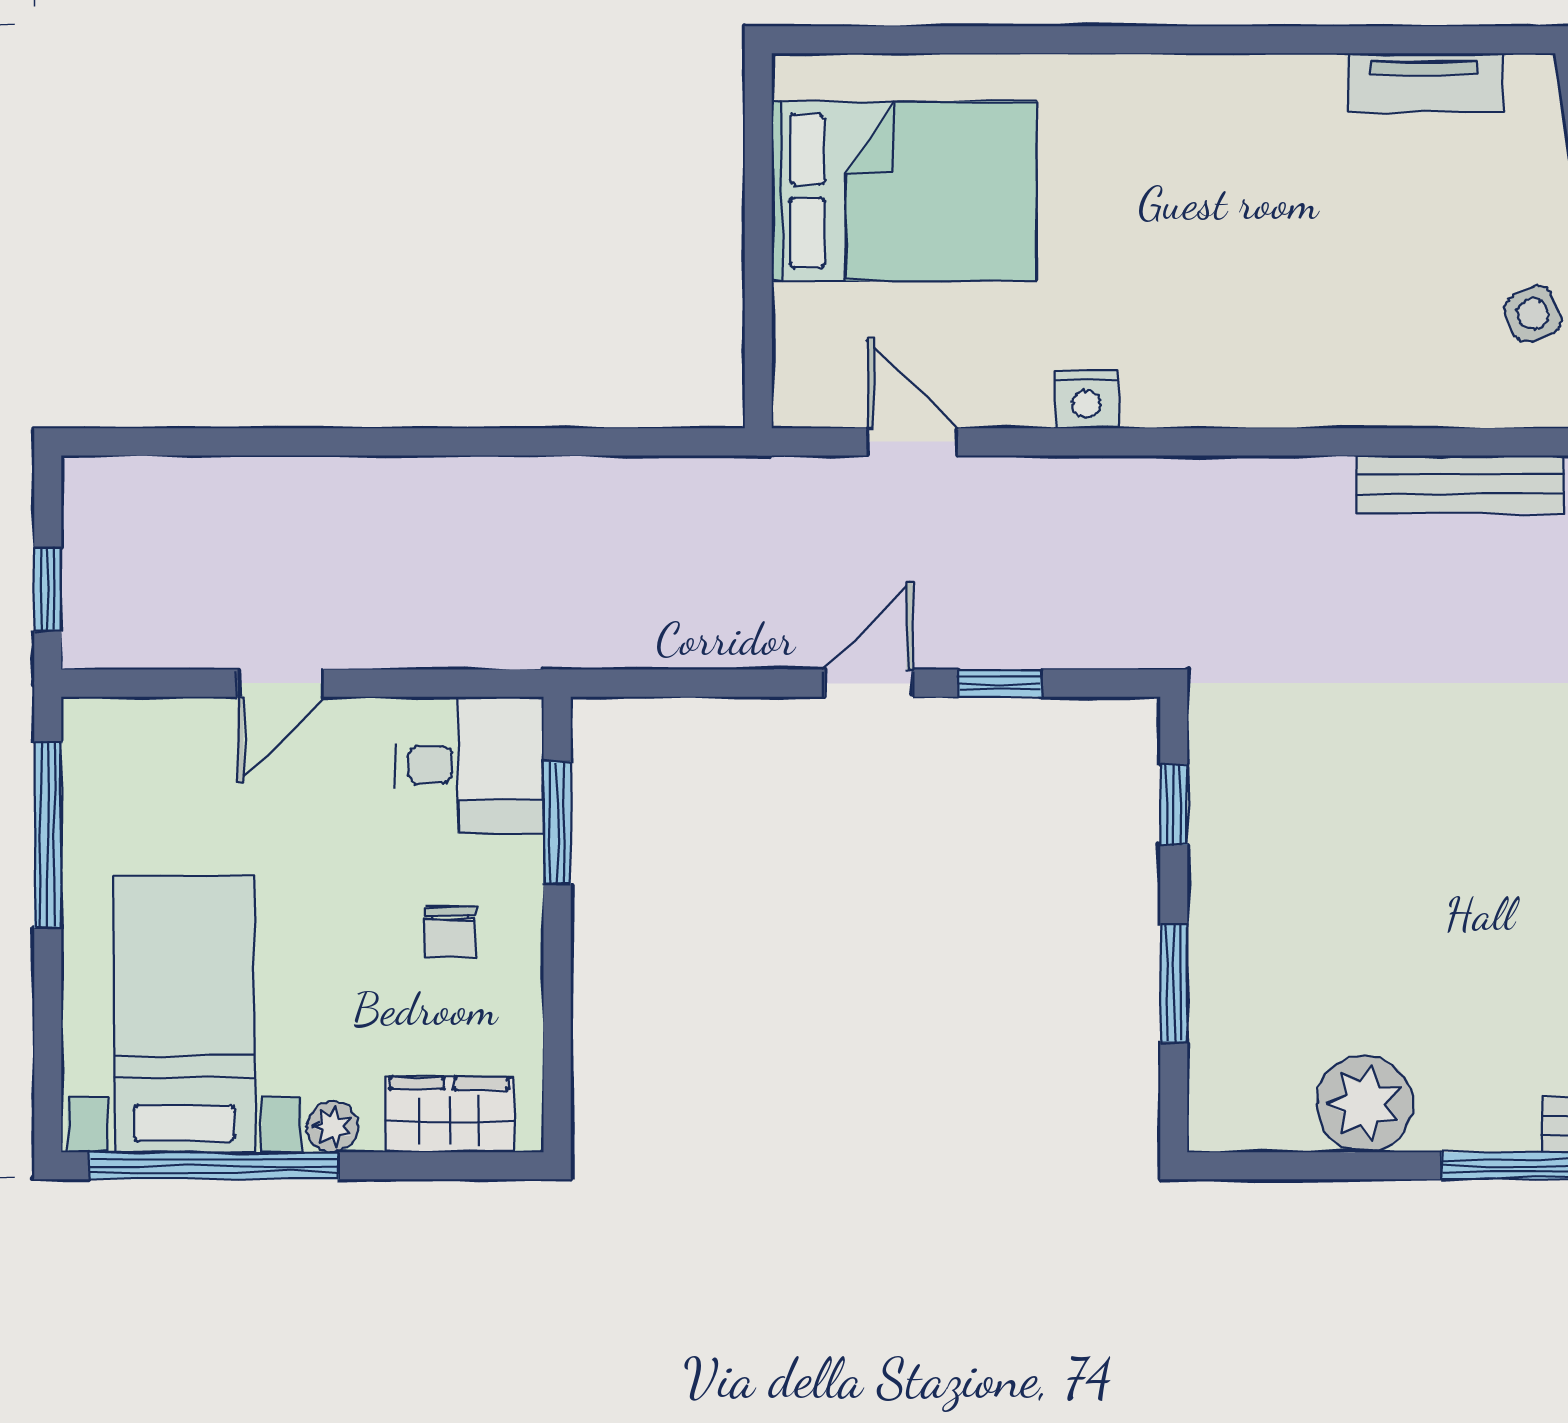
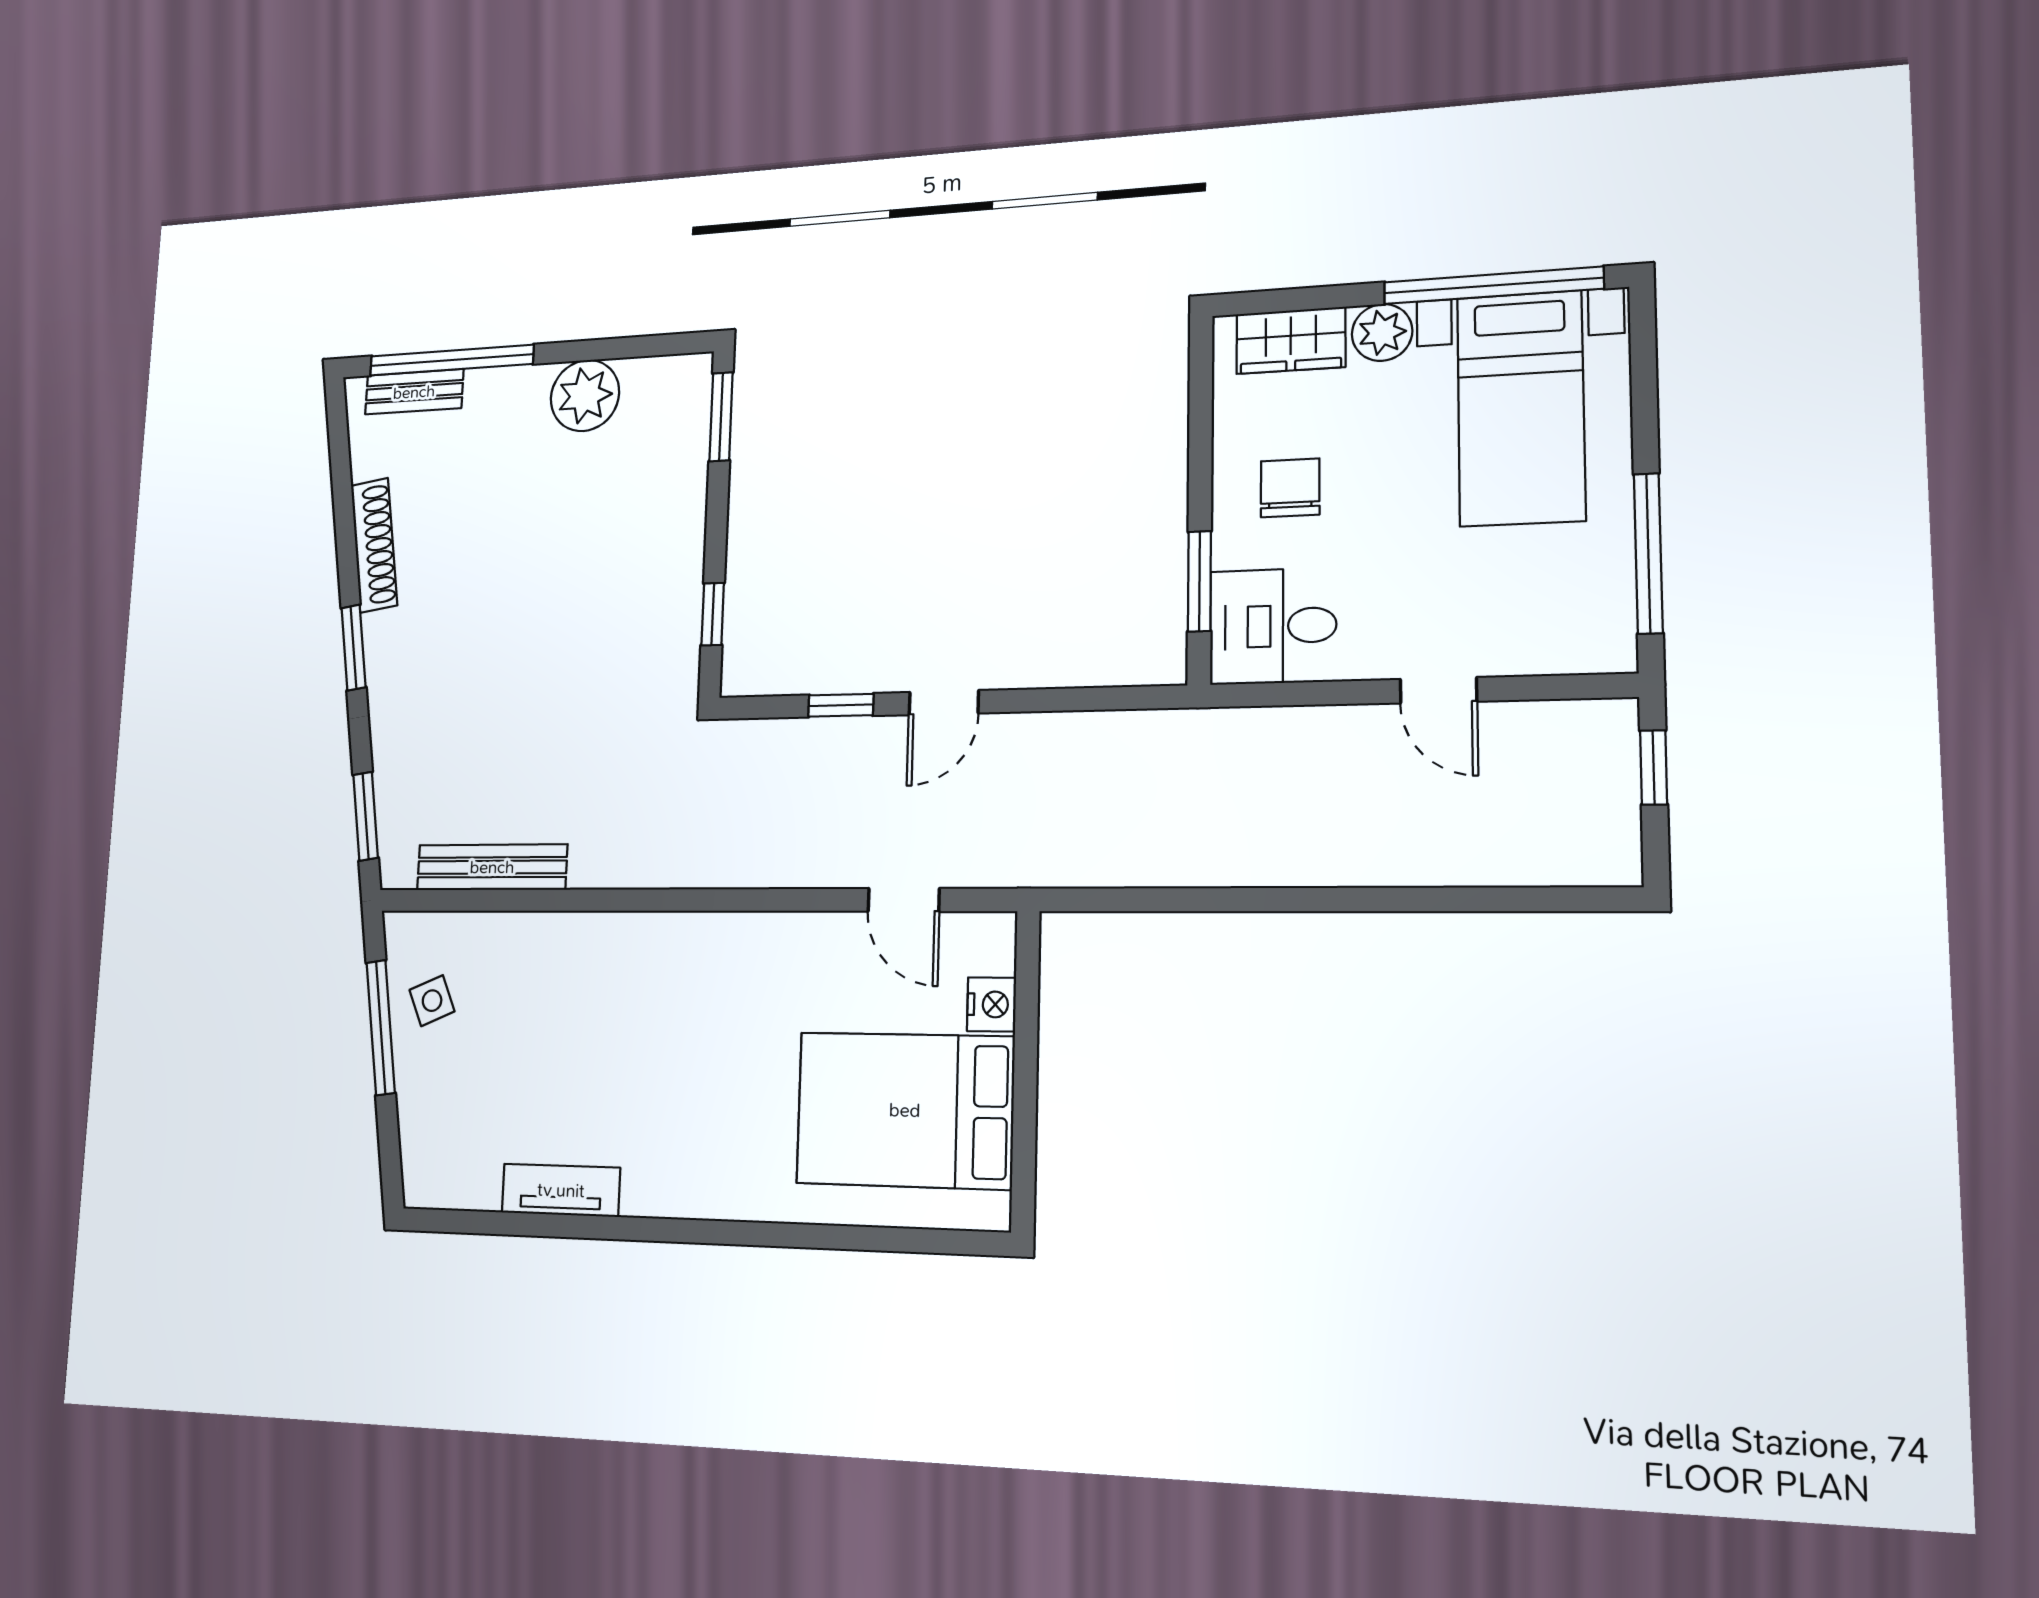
tv unit: (1425, 83) -> (561, 1190), moved
nightstand: (1086, 399) -> (991, 1004), moved, turned 90
door: (281, 683) -> (1438, 690), swing flipped
chair: (450, 932) -> (1290, 488), width x1.37, depth x1.37
window: (1174, 983) -> (721, 417), moved
plant: (332, 1127) -> (1382, 332), width x1.38, depth x1.38

